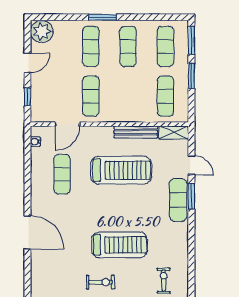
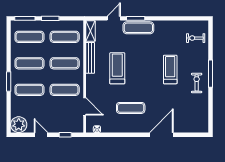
exercise mat: (128, 96) -> (65, 63), added
treadmill: (121, 170) -> (117, 68), width x0.73, depth x0.73
exercise mat: (62, 174) -> (131, 108), moved
treadmill: (119, 245) -> (170, 69), width x0.73, depth x0.73

